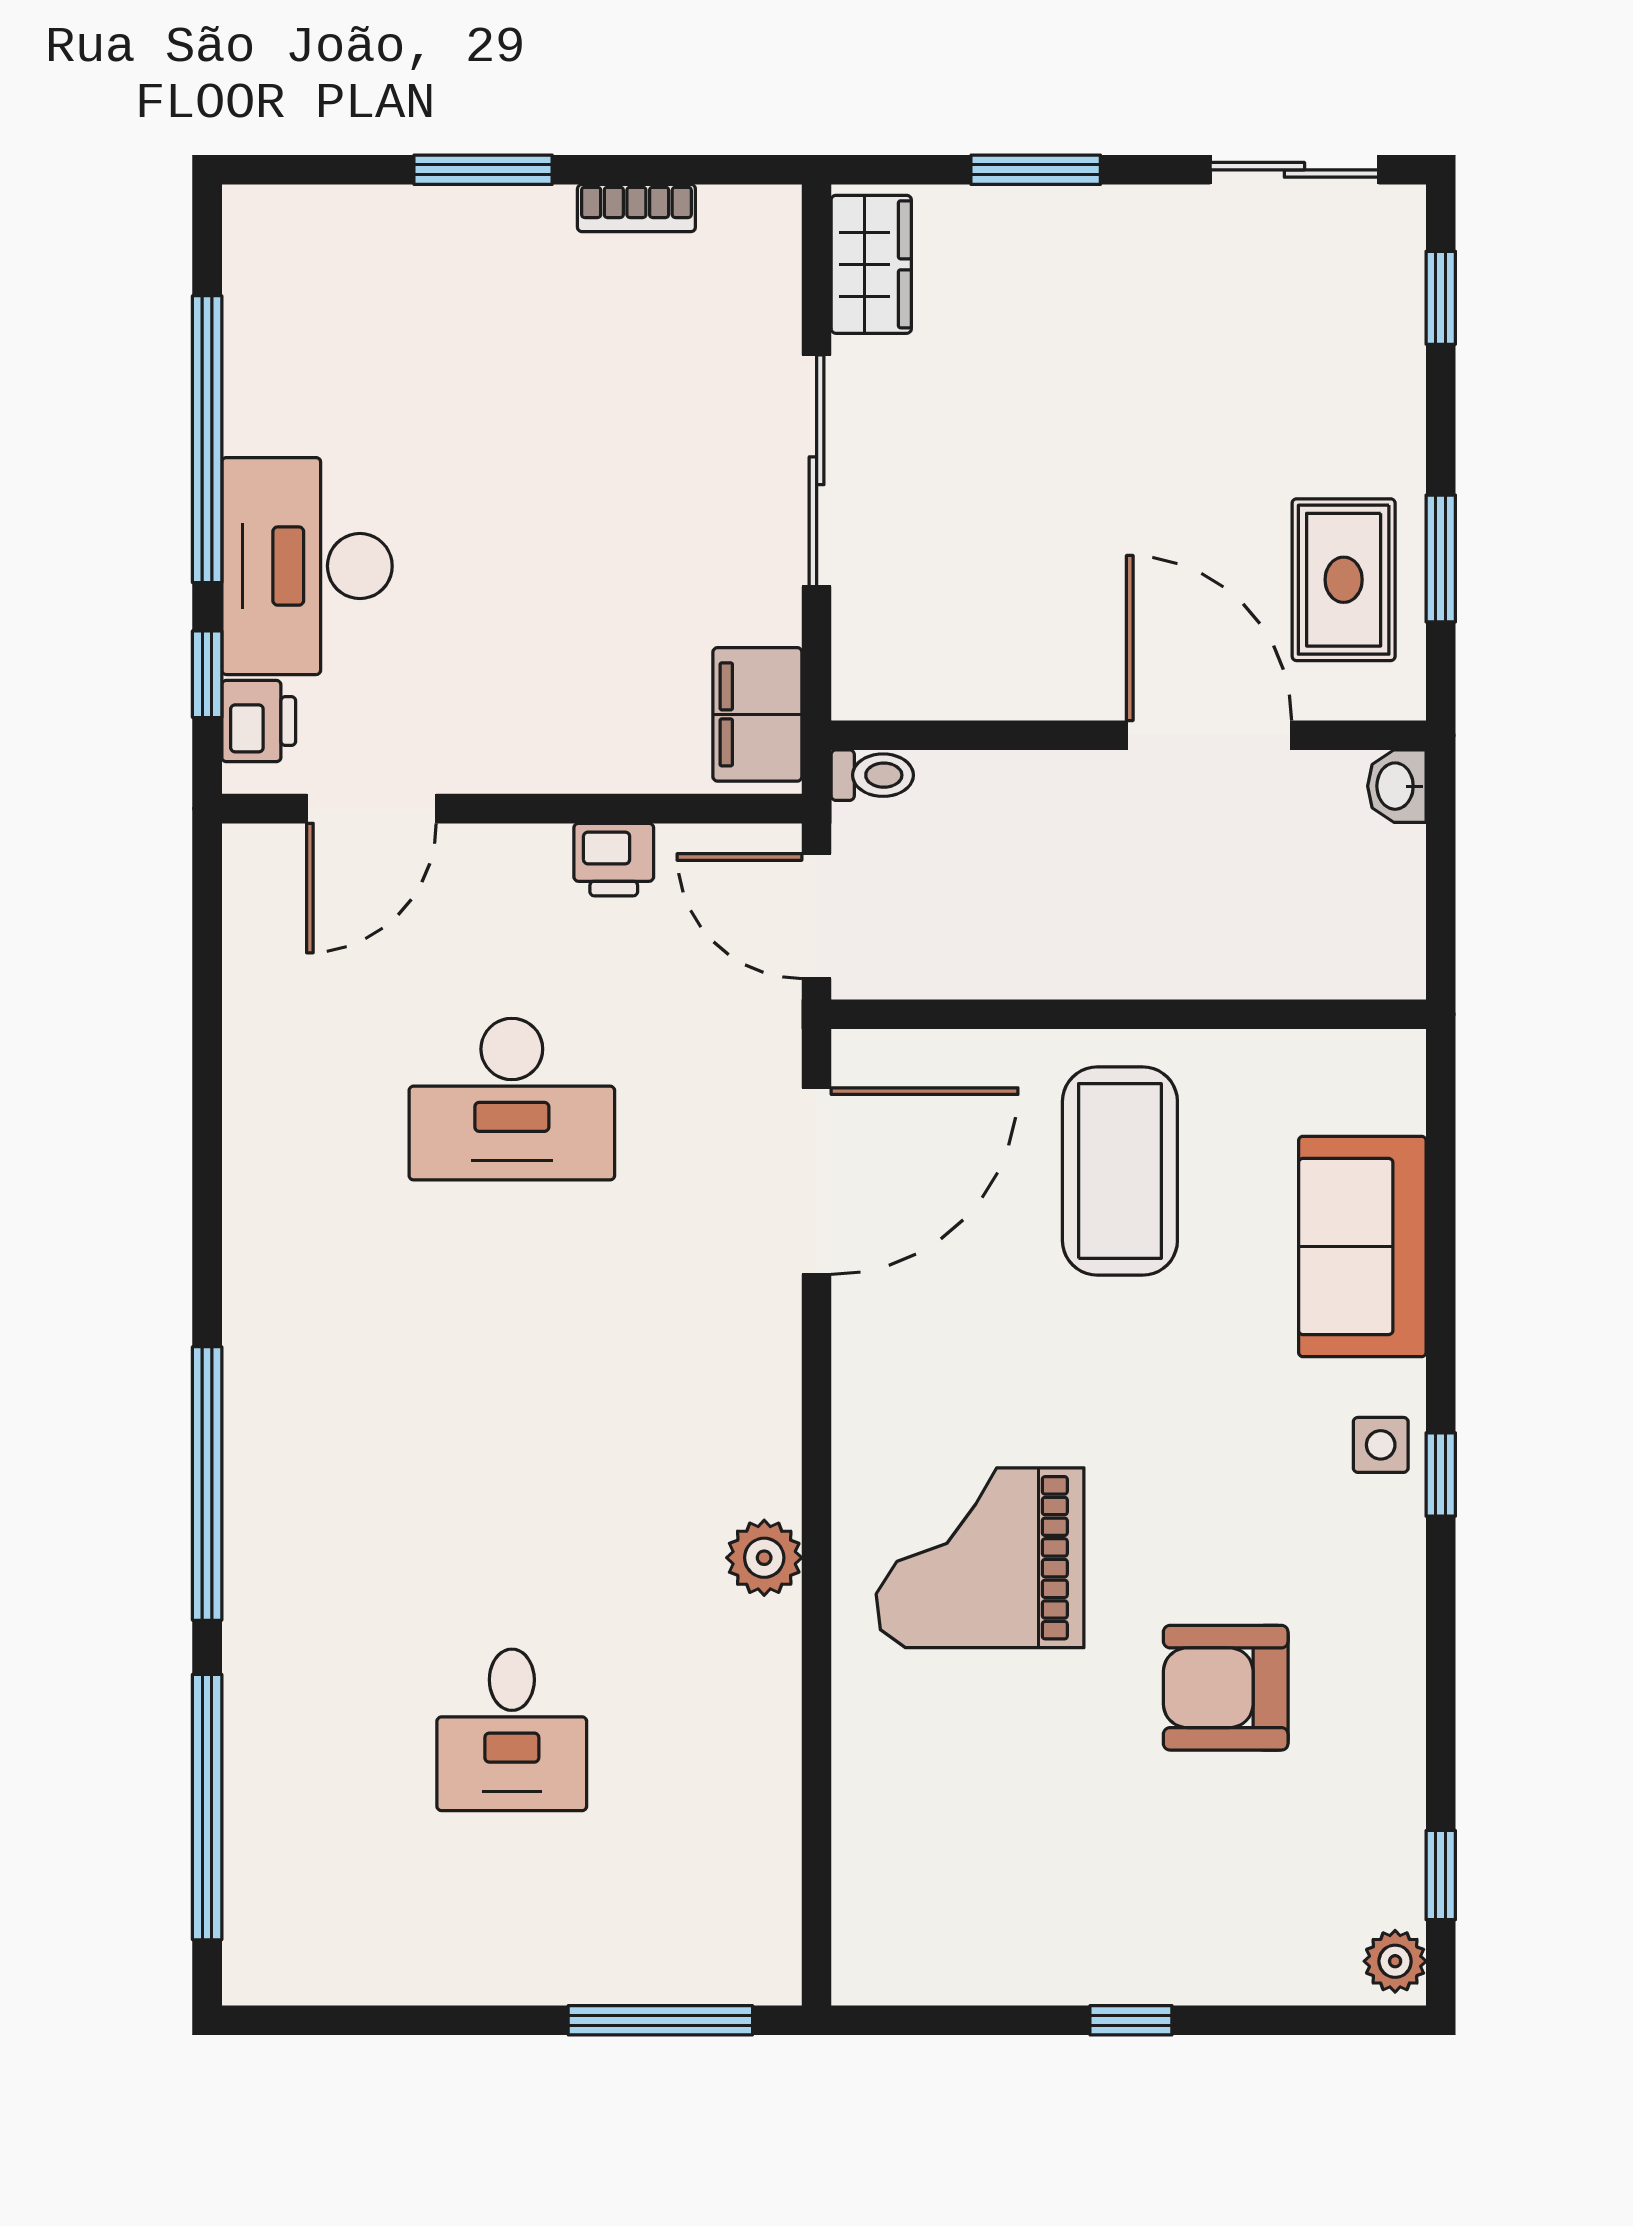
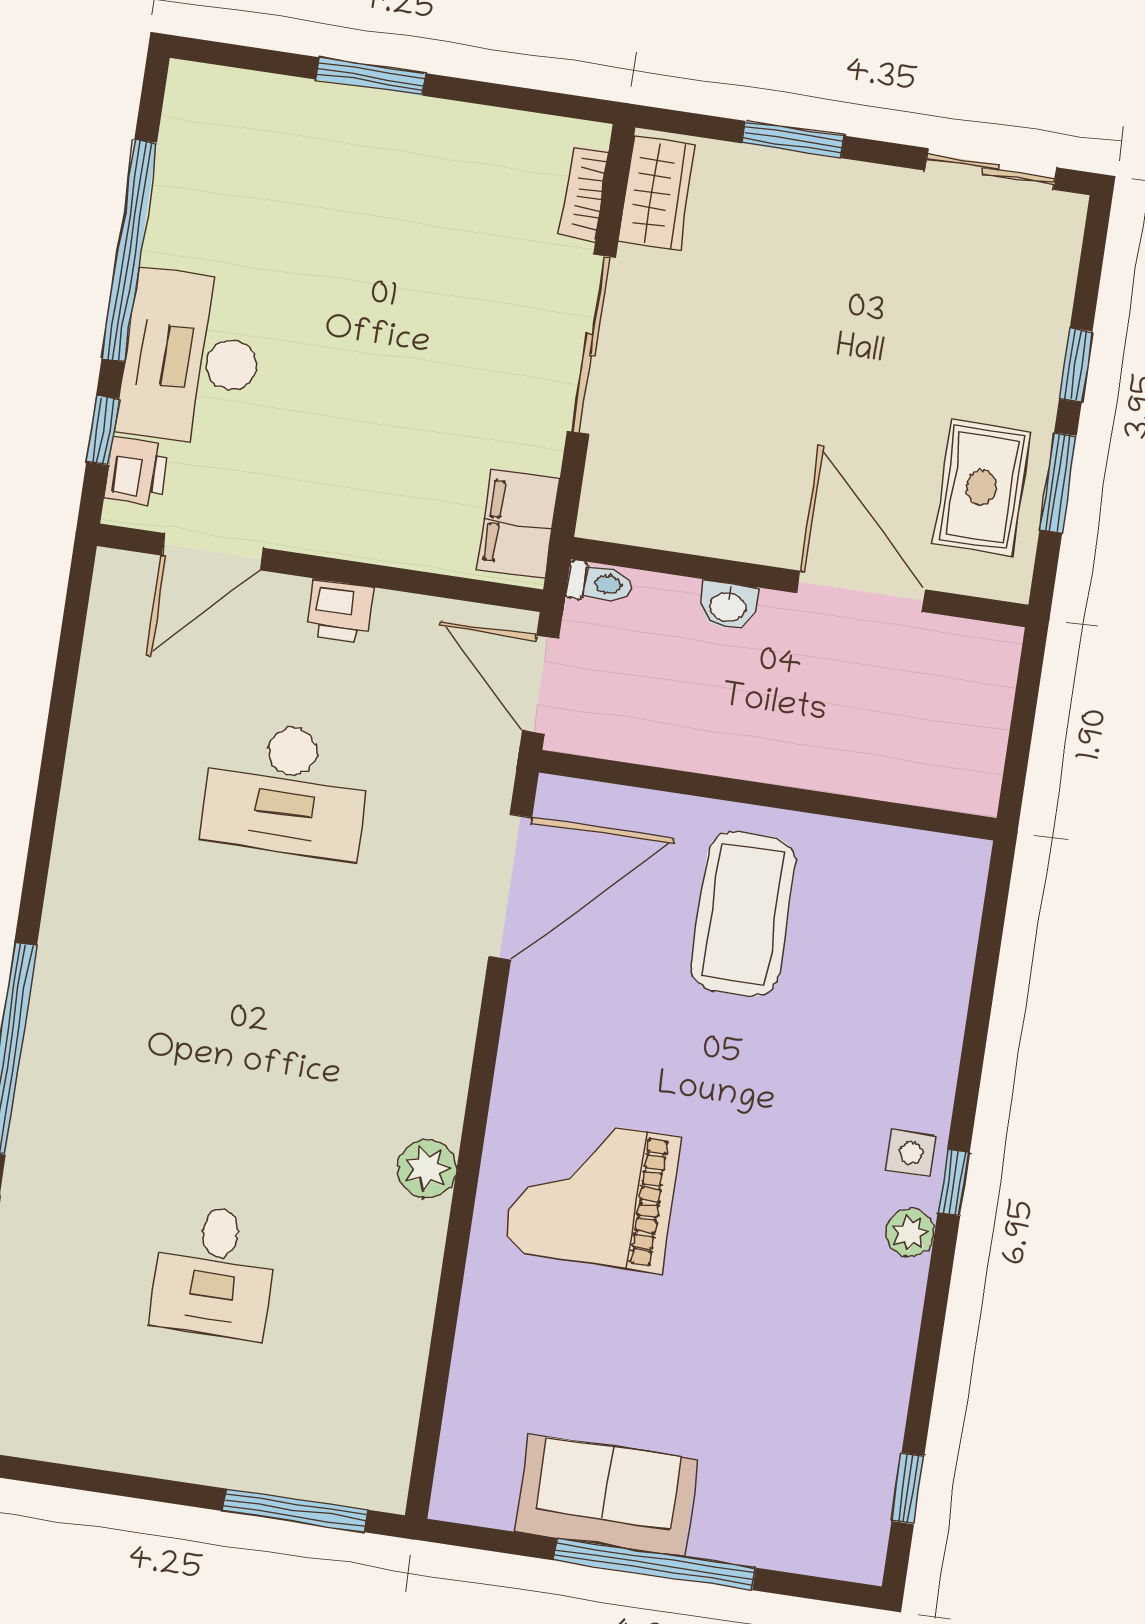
bookcase: (636, 208) -> (584, 193), moved, turned 90
window: (1441, 298) -> (1076, 365), moved
washbasin: (1397, 786) -> (728, 606), moved, turned -90
printer: (614, 860) -> (340, 610), moved
sofa: (1362, 1246) -> (606, 1496), moved, turned 90
armchair: (1226, 1688) -> (765, 1321), removed
plant: (1395, 1961) -> (910, 1233), moved
window: (1131, 2020) -> (655, 1564), width x3.17

